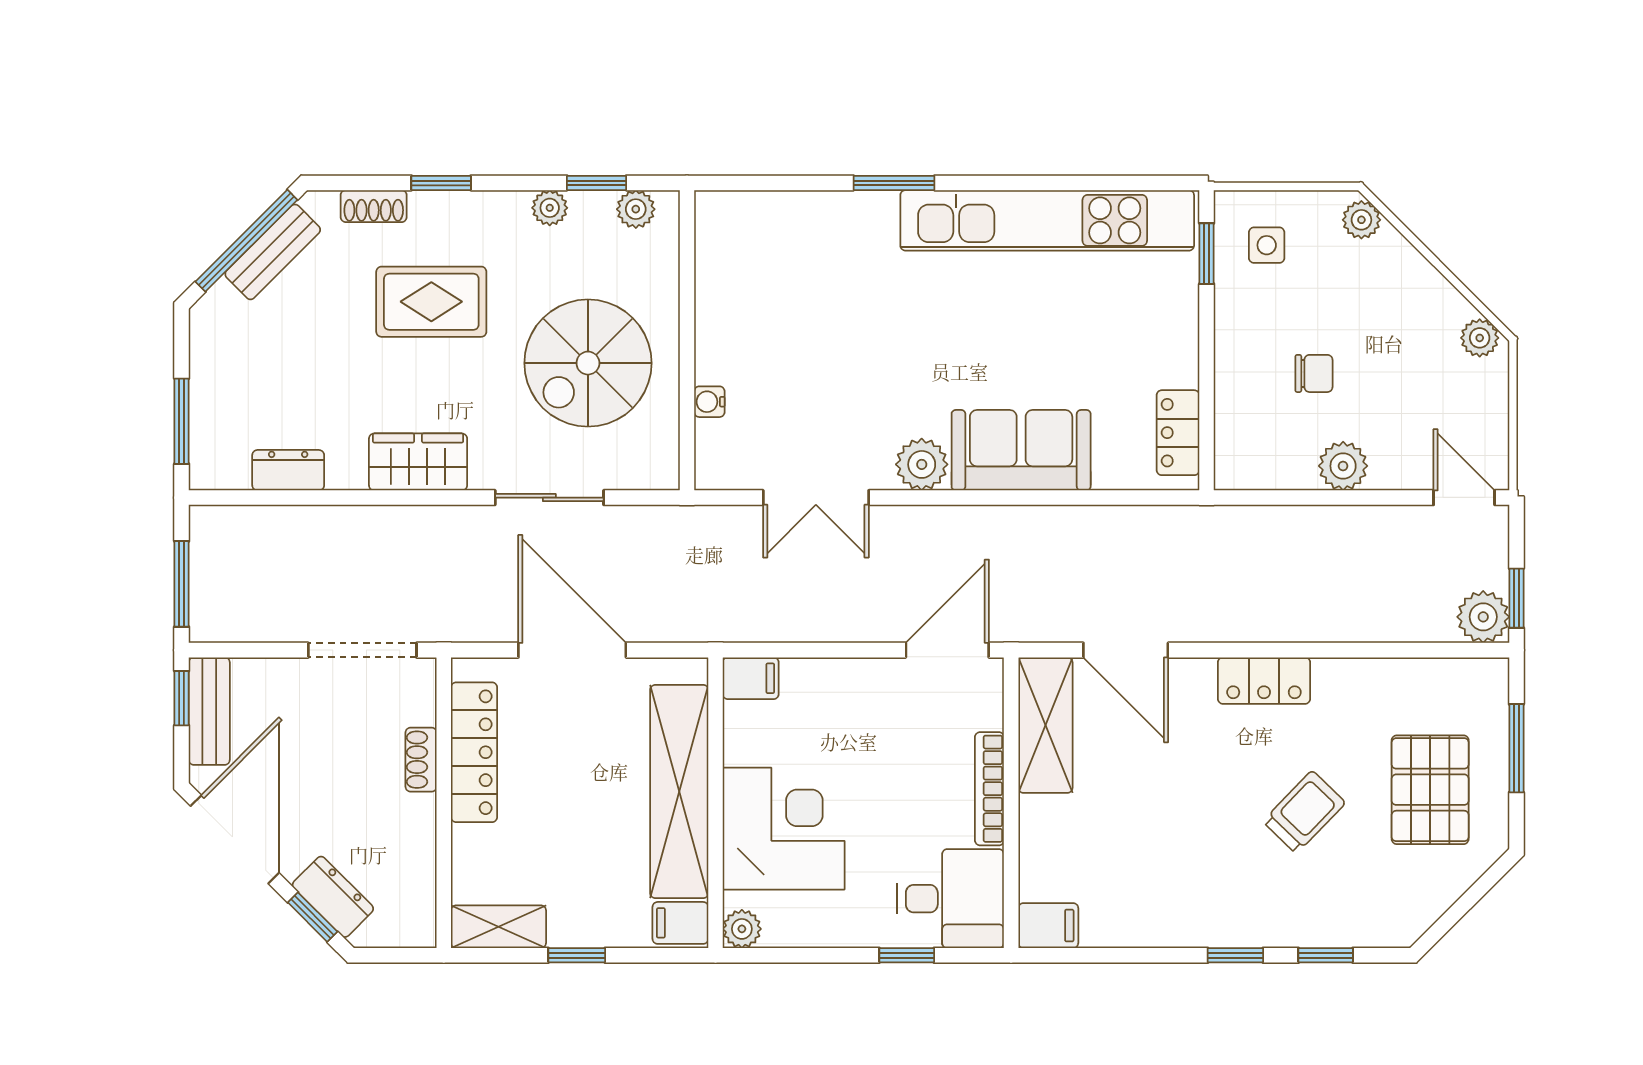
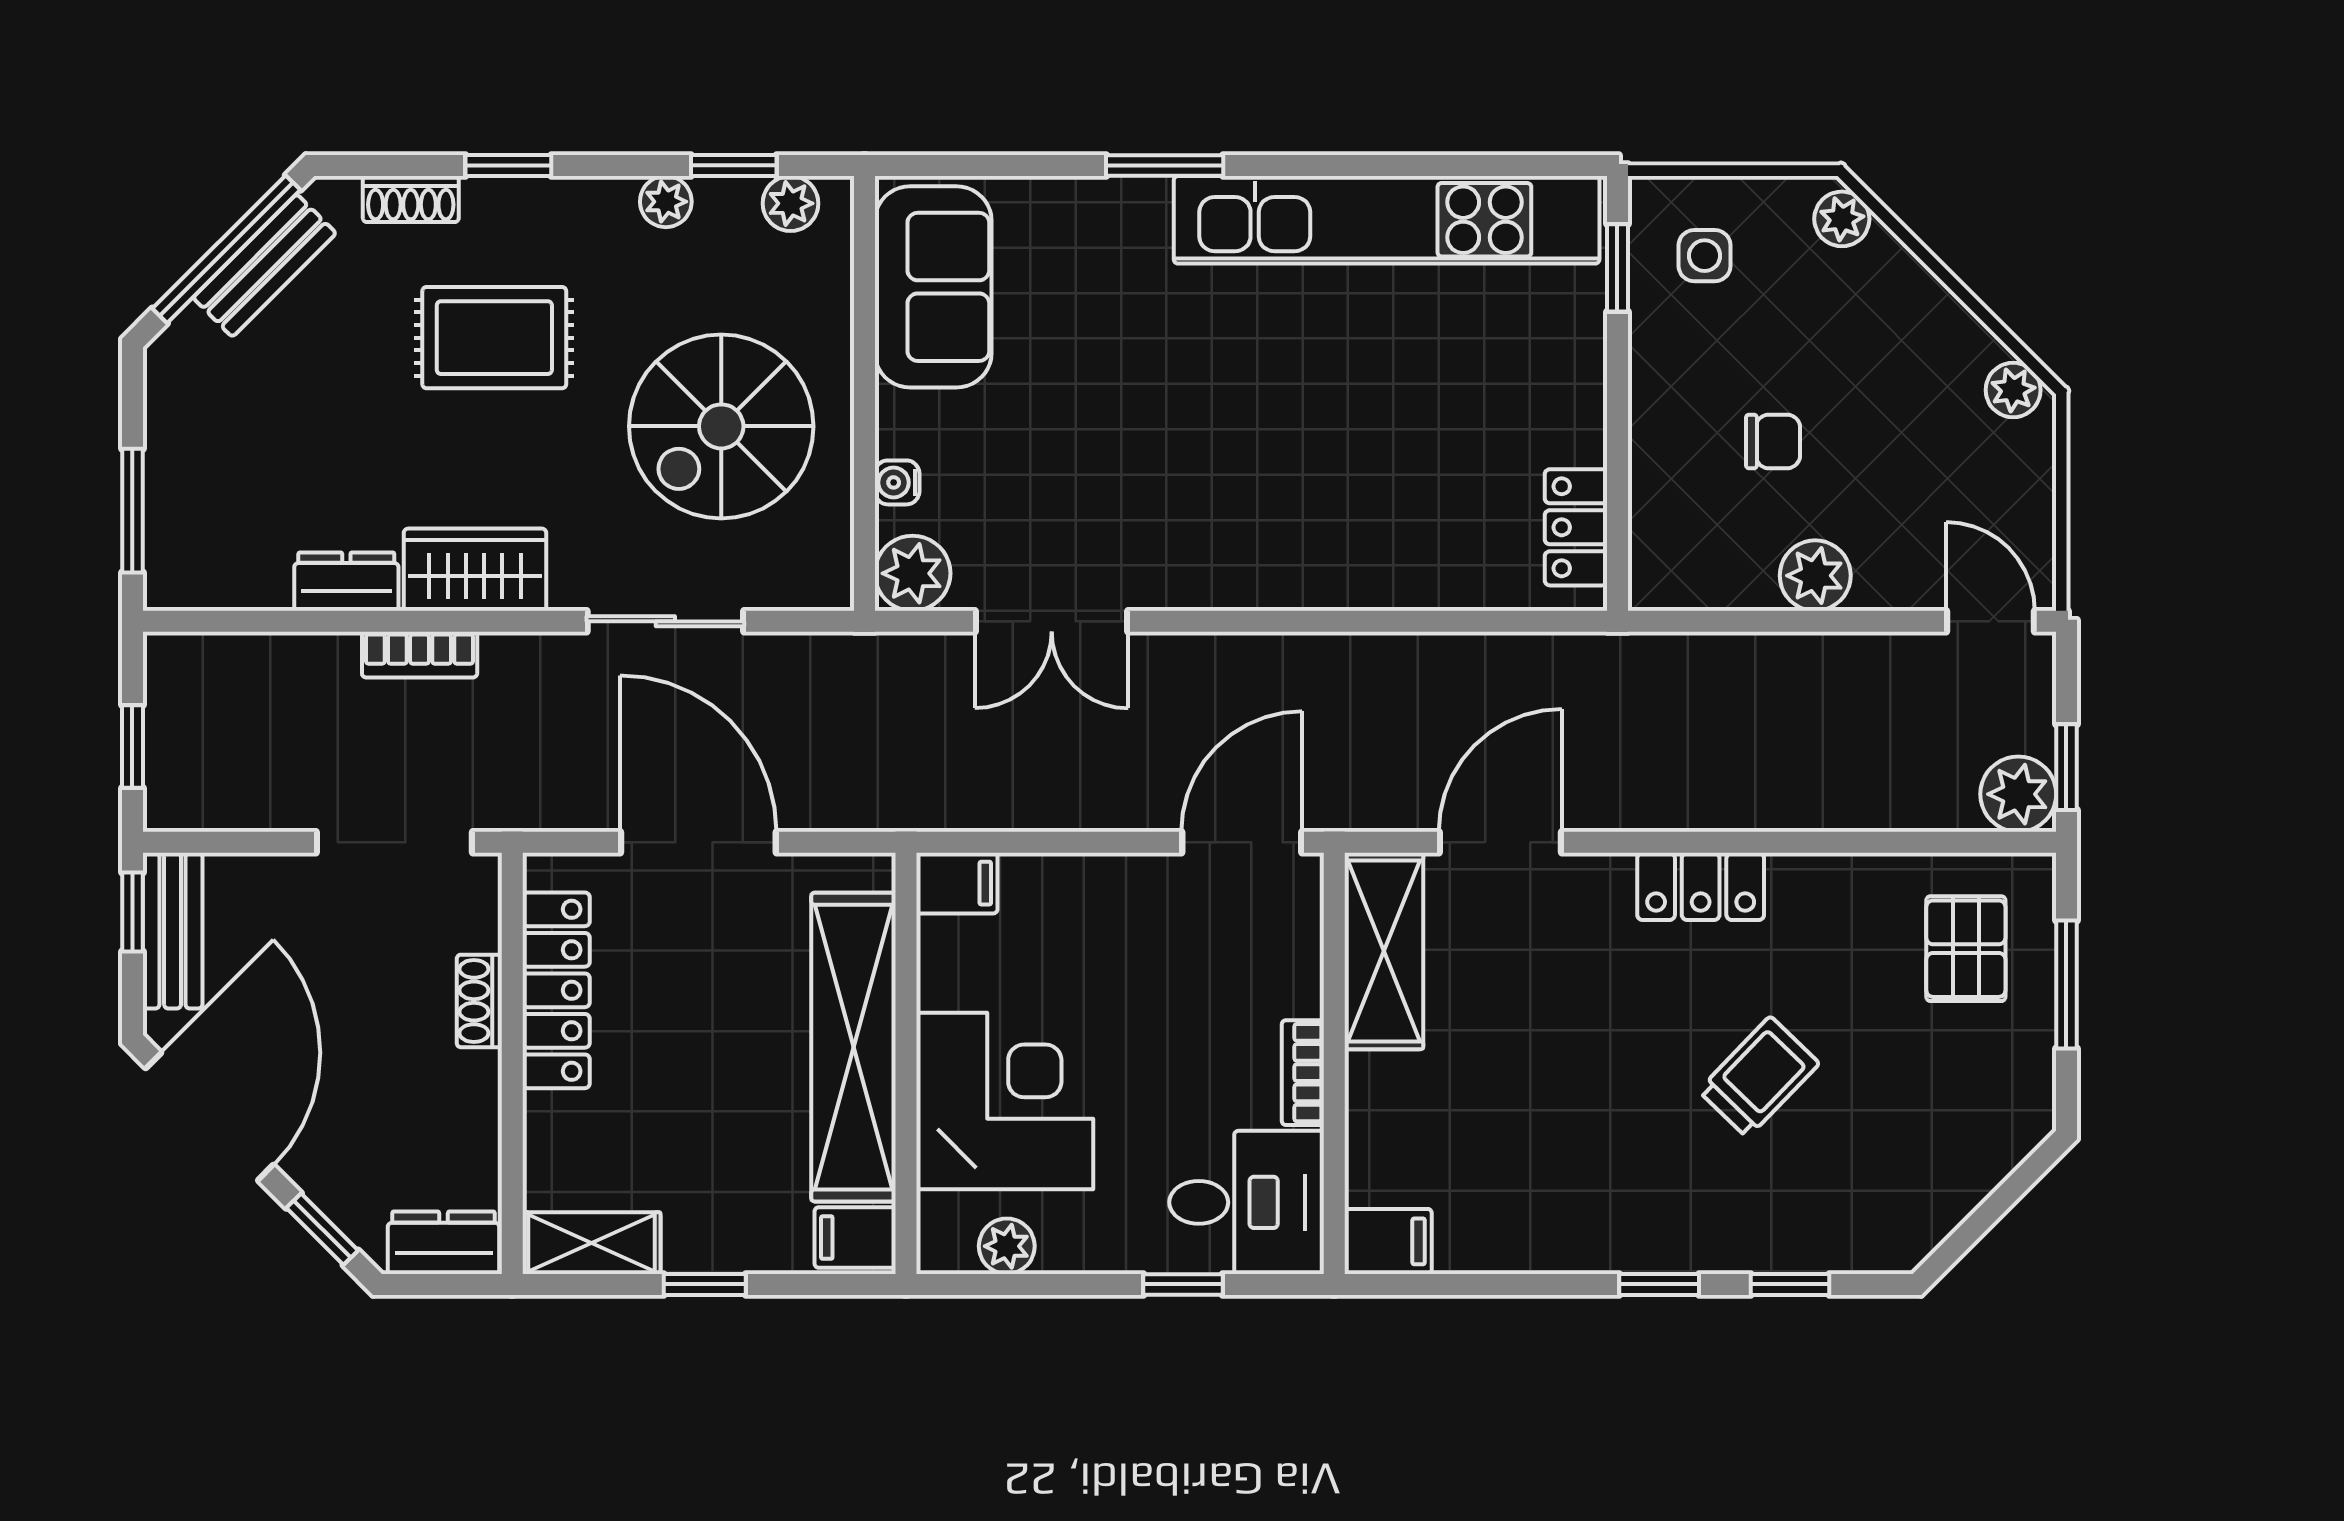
sofa: (1021, 450) -> (933, 287), moved, turned 90
plant: (922, 464) -> (913, 573), moved
dresser: (288, 470) -> (346, 582), moved
bookcase: (380, 521) -> (420, 655), added
window: (182, 584) -> (132, 747), width x0.67
door: (1126, 650) -> (1500, 842), swing flipped
bookcase: (989, 789) -> (1303, 1073), width x0.64
pallet: (1430, 790) -> (1966, 949), moved, width x0.67, depth x0.71
dresser: (333, 897) -> (444, 1243), moved, turned -45
plant: (742, 929) -> (1007, 1246), moved

